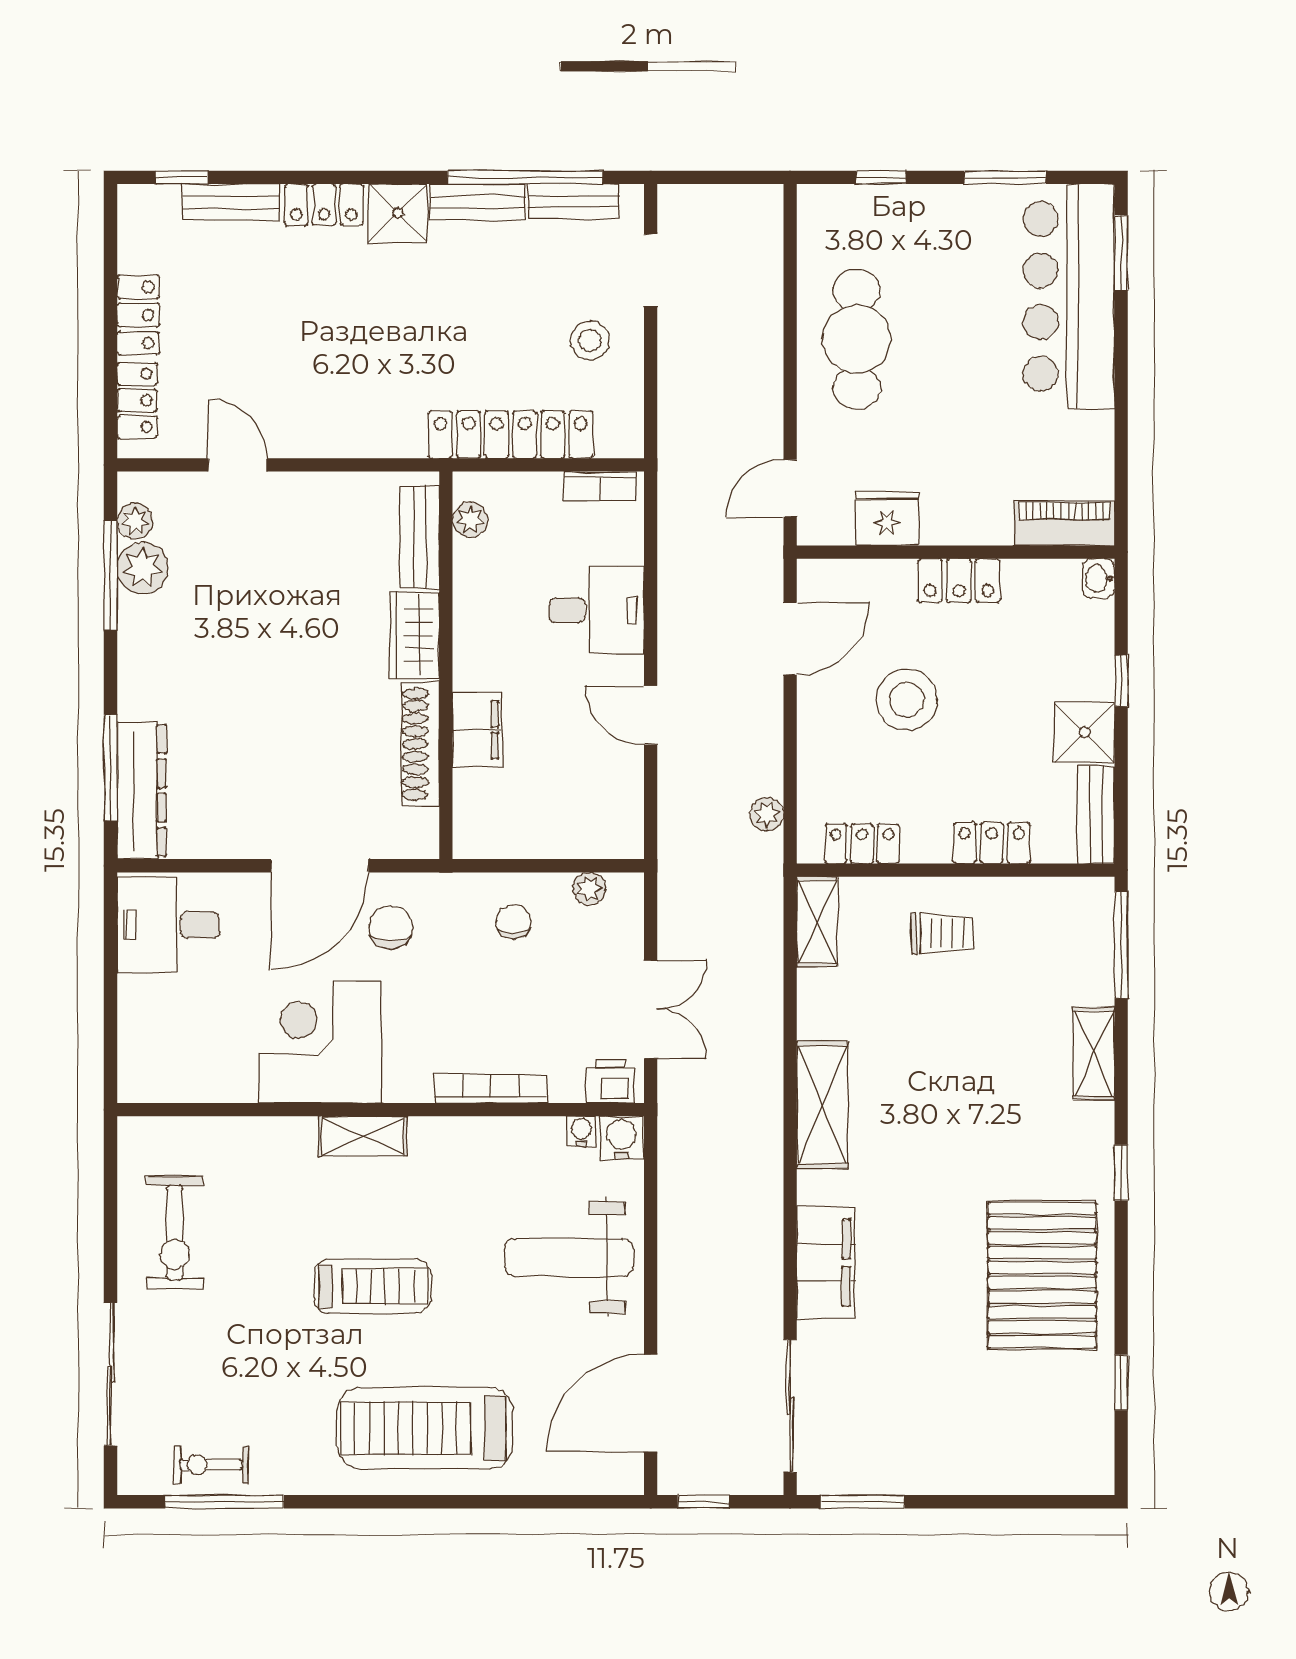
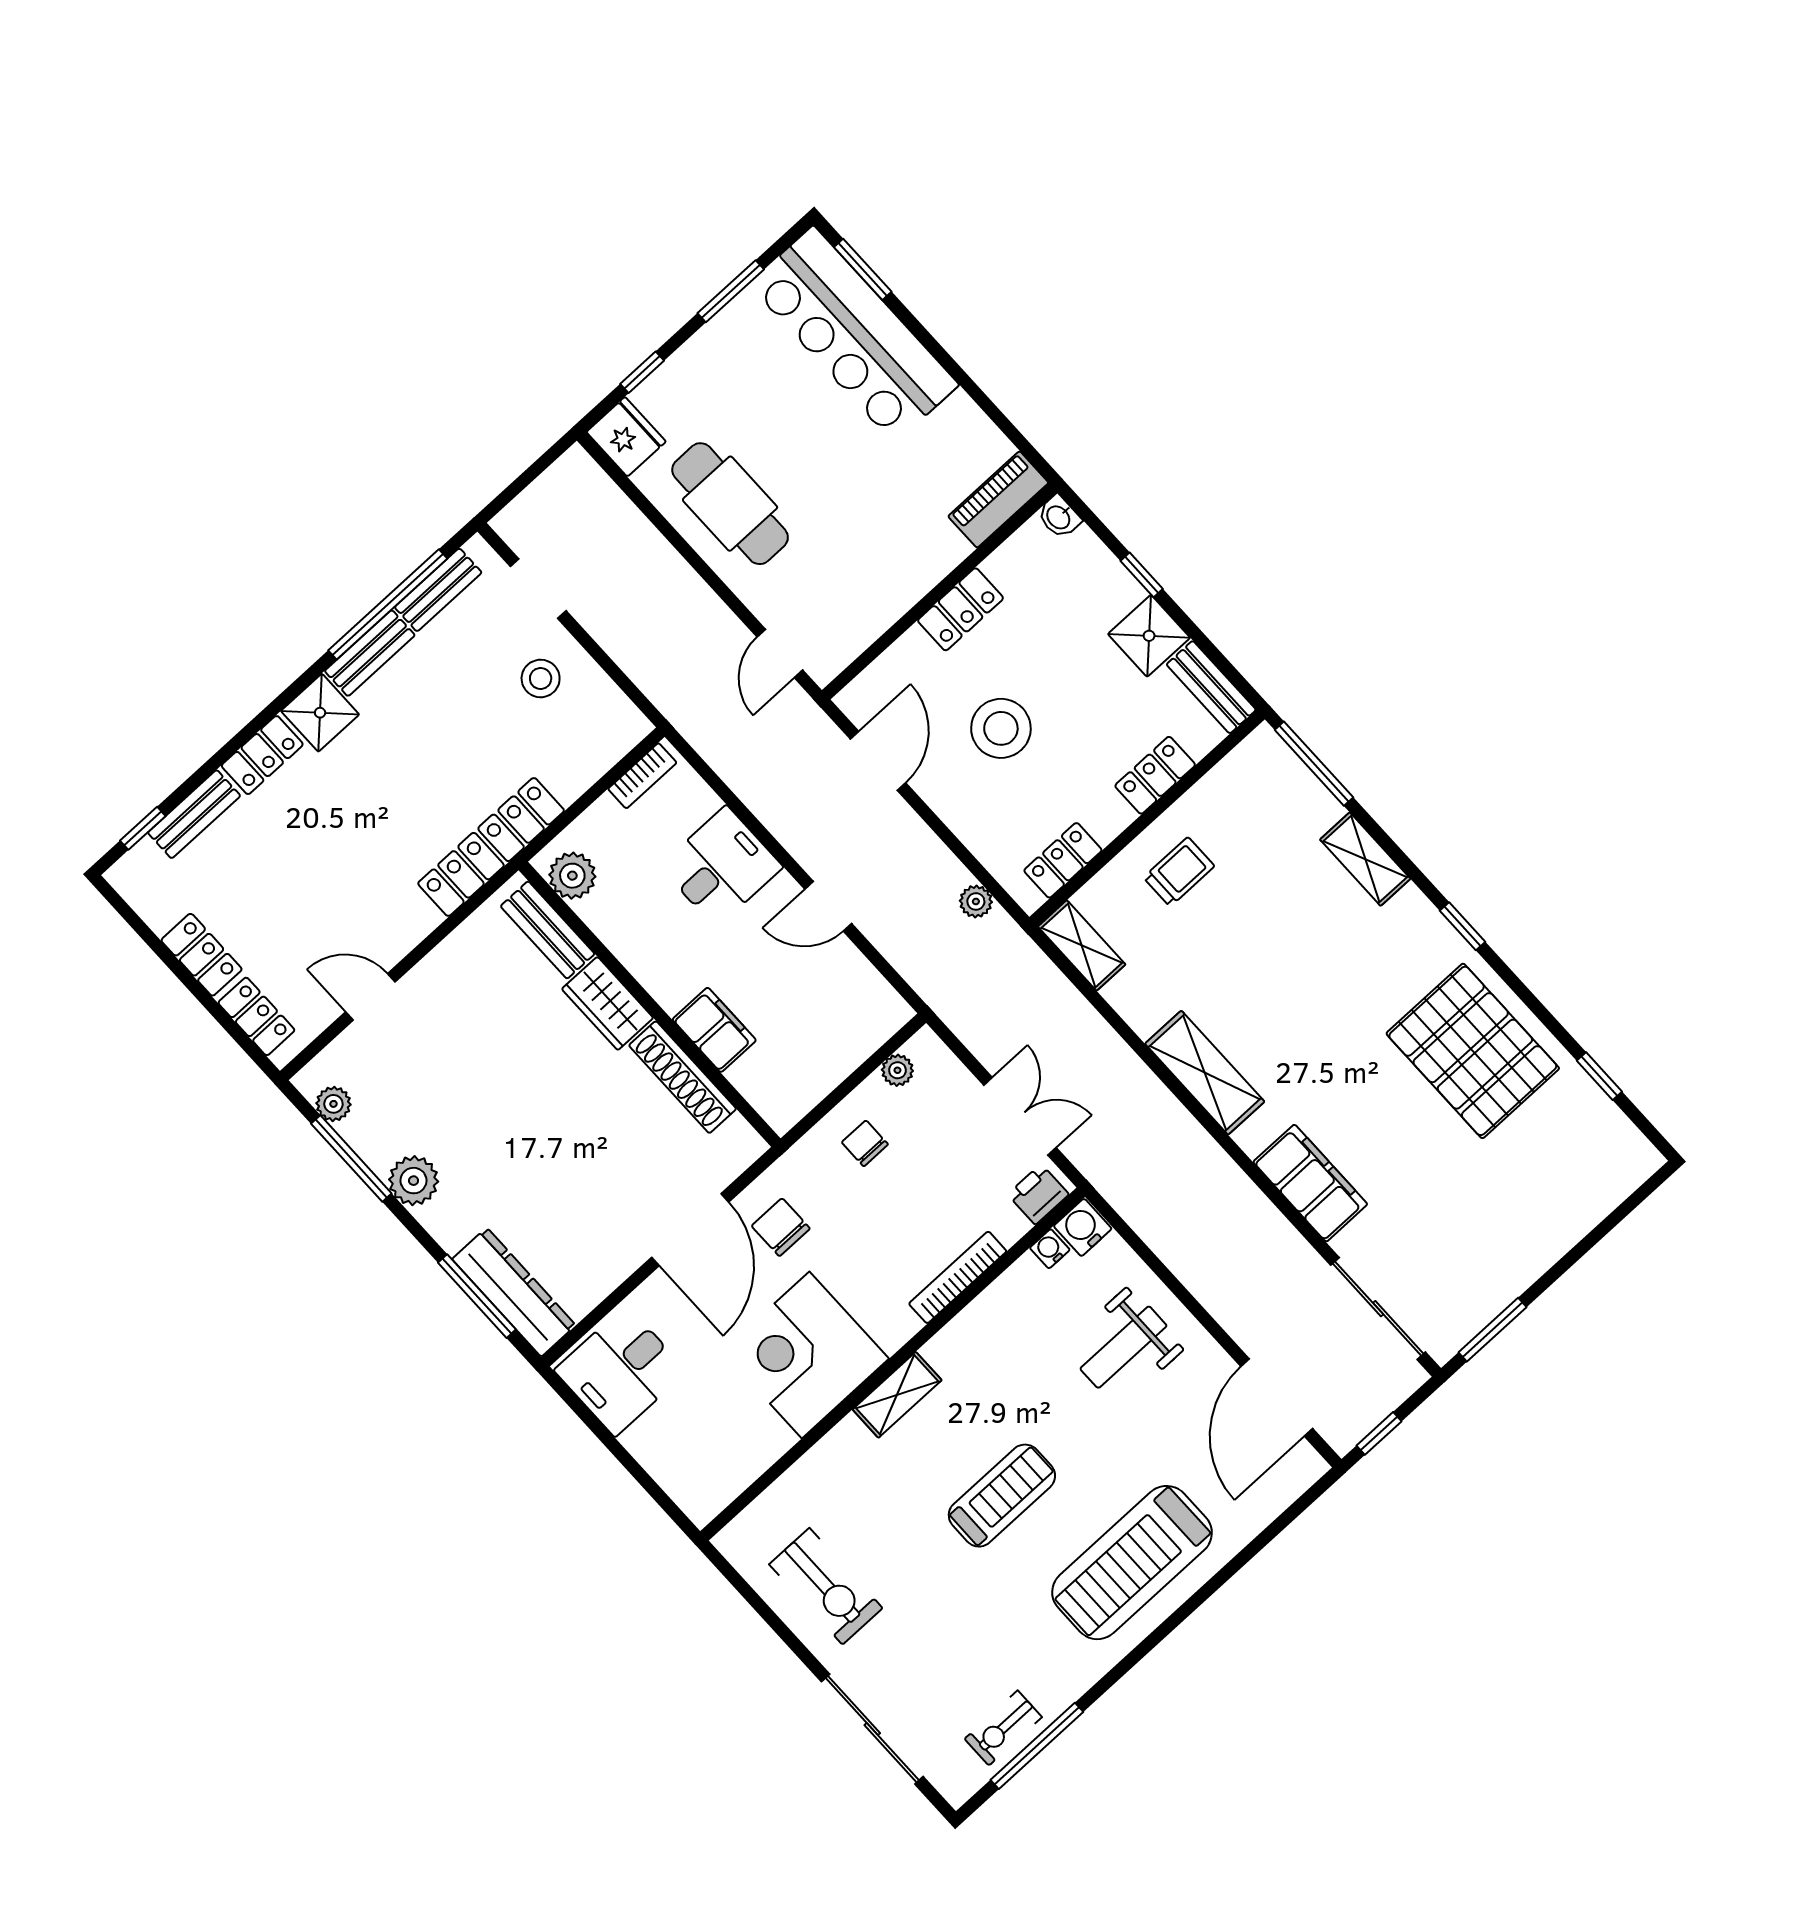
locker: (511, 435) -> (491, 847), moved
fridge: (887, 518) -> (626, 437), moved, turned 90
plant: (470, 520) -> (572, 876), width x1.38, depth x1.38
plant: (143, 568) -> (414, 1181), moved
weight bench: (569, 1258) -> (1123, 1347), width x0.73, depth x0.75

